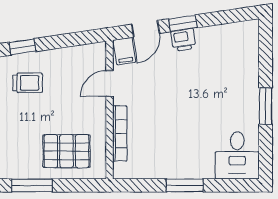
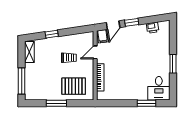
printer: (183, 40) -> (153, 28), moved
trolley: (28, 83) -> (69, 58), moved
window: (185, 185) -> (146, 103), moved

